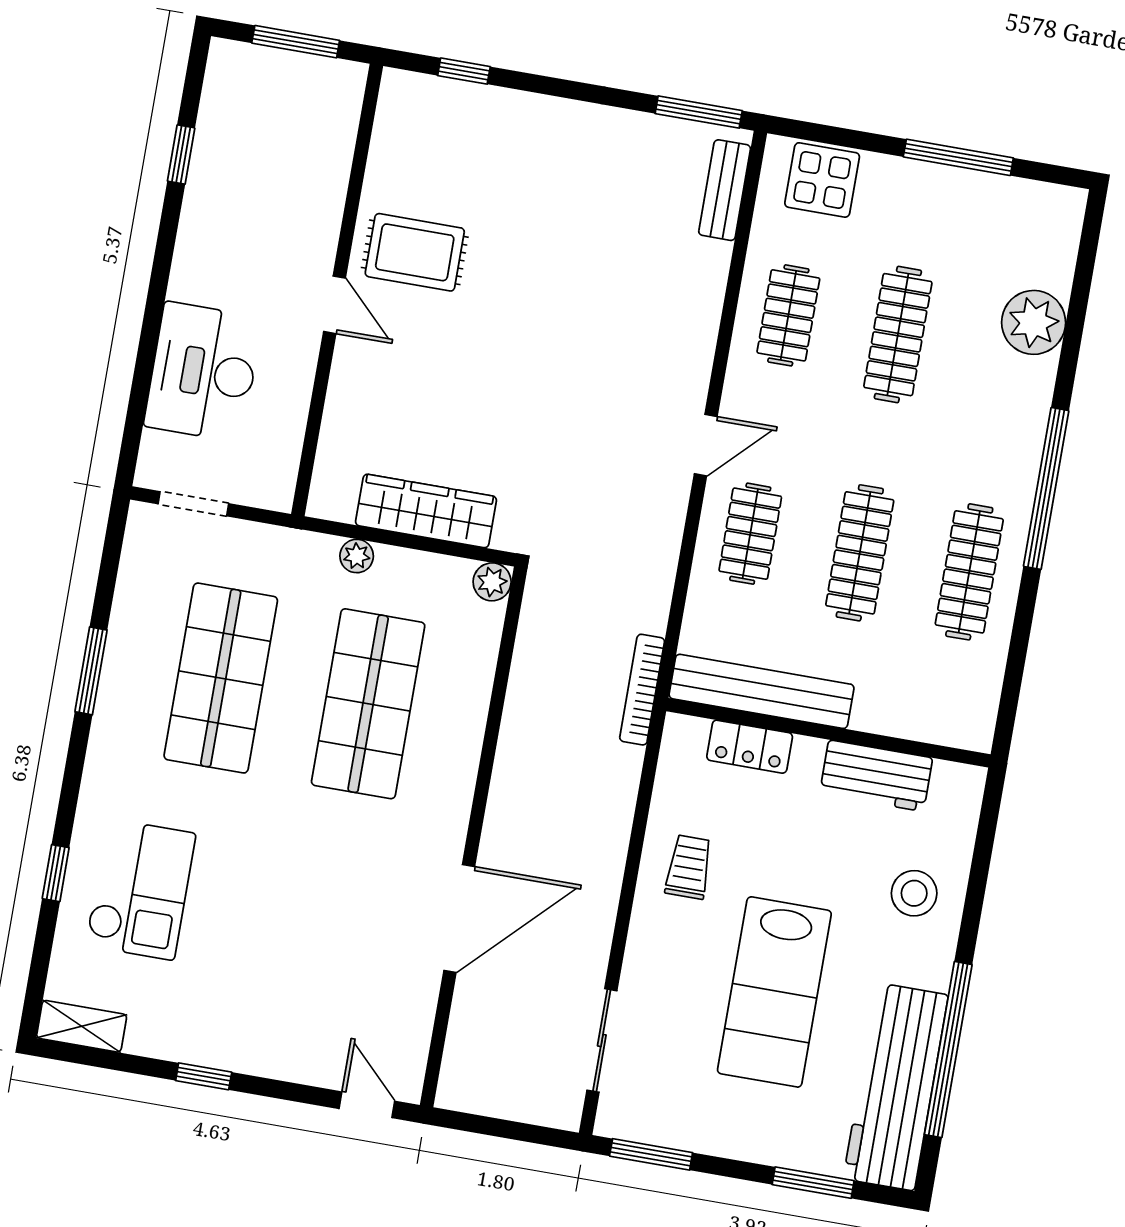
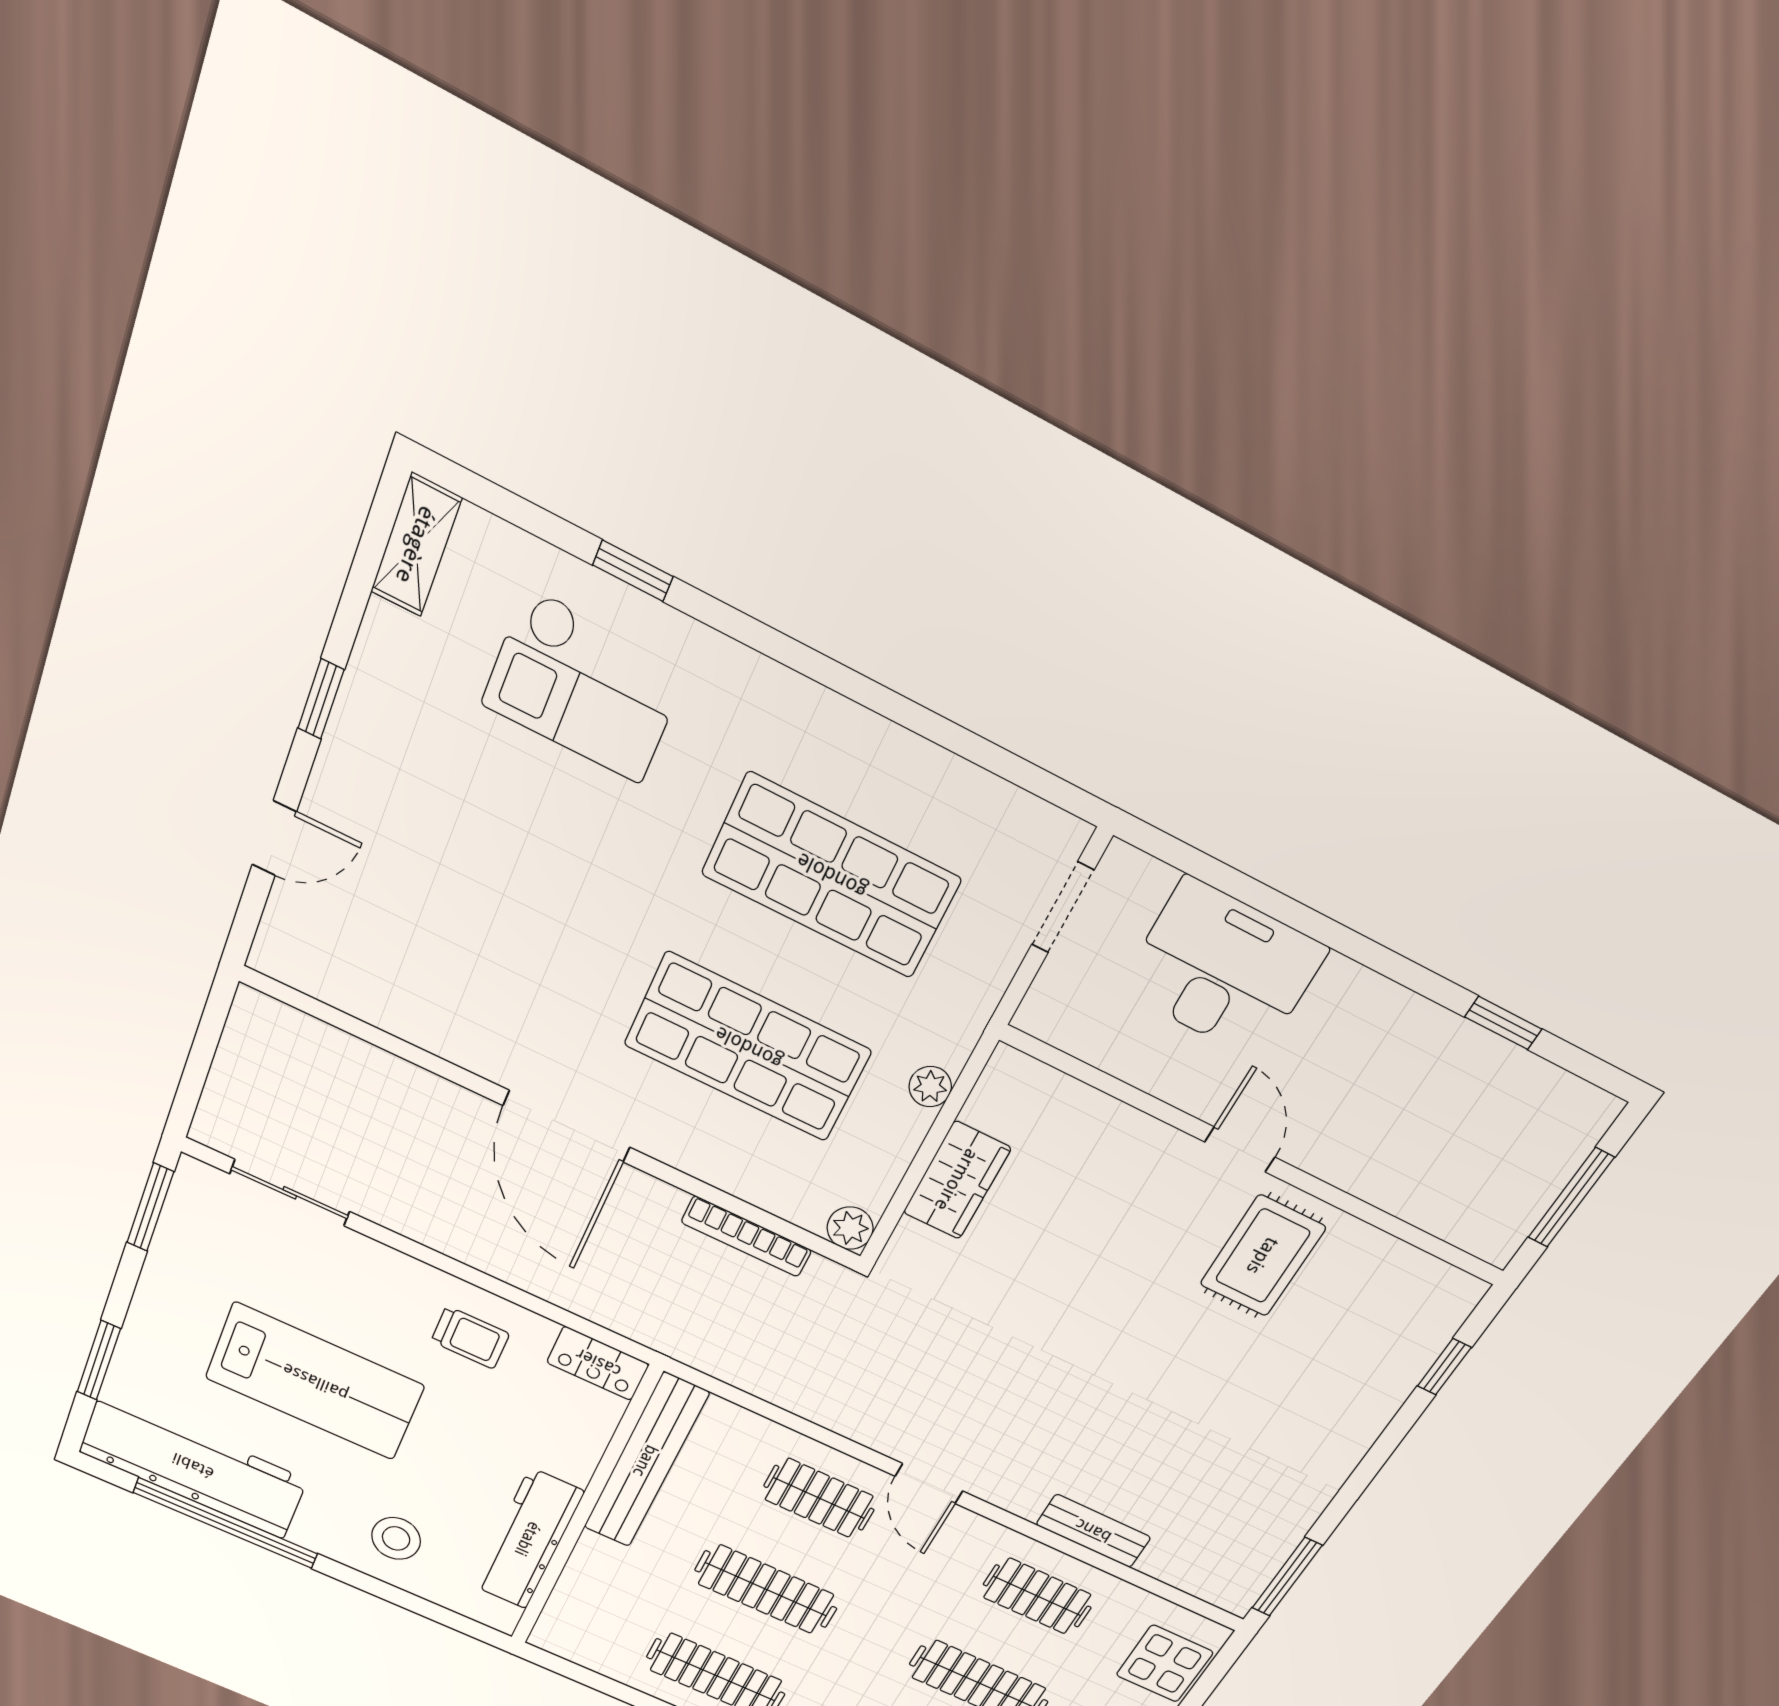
bench: (725, 190) -> (1093, 1531), moved
door: (335, 305) -> (1240, 1150), swing flipped
wardrobe: (426, 511) -> (957, 1180), width x0.67
window: (91, 671) -> (891, 705), removed
bookcase: (642, 690) -> (746, 1236), moved, turned 180
locker: (750, 747) -> (598, 1363), moved, turned -90
workbench: (876, 776) -> (528, 1539), width x1.37
door: (459, 919) -> (567, 1126), moved
lab bench: (774, 992) -> (315, 1382), turned 180
door: (367, 1105) -> (274, 838), moved

